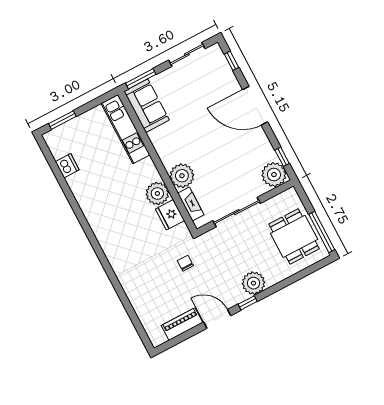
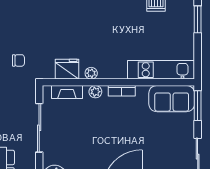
bookcase: (163, 155) -> (122, 91), added
plant: (182, 176) -> (95, 92), width x0.53, depth x0.53
plant: (157, 193) -> (91, 73), width x0.53, depth x0.53

